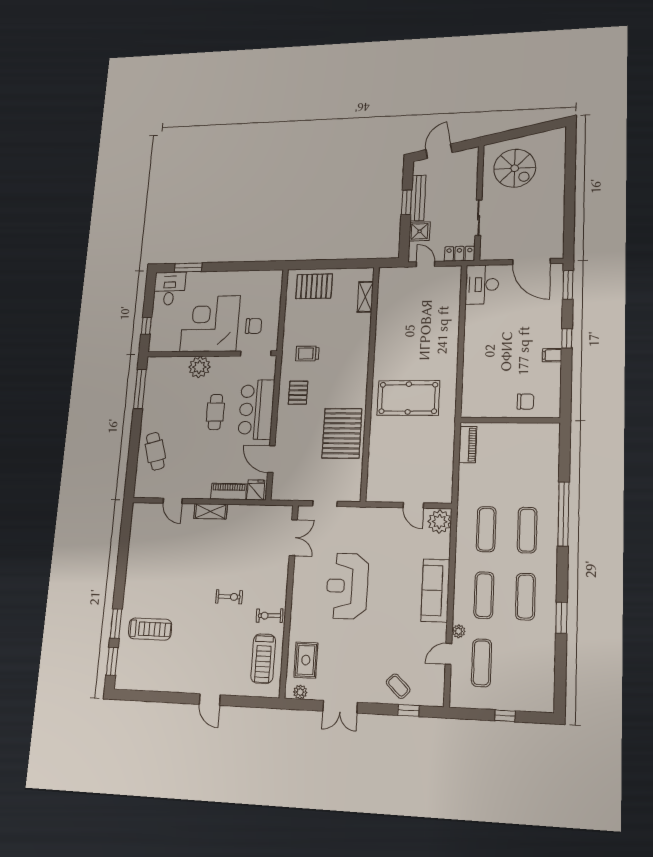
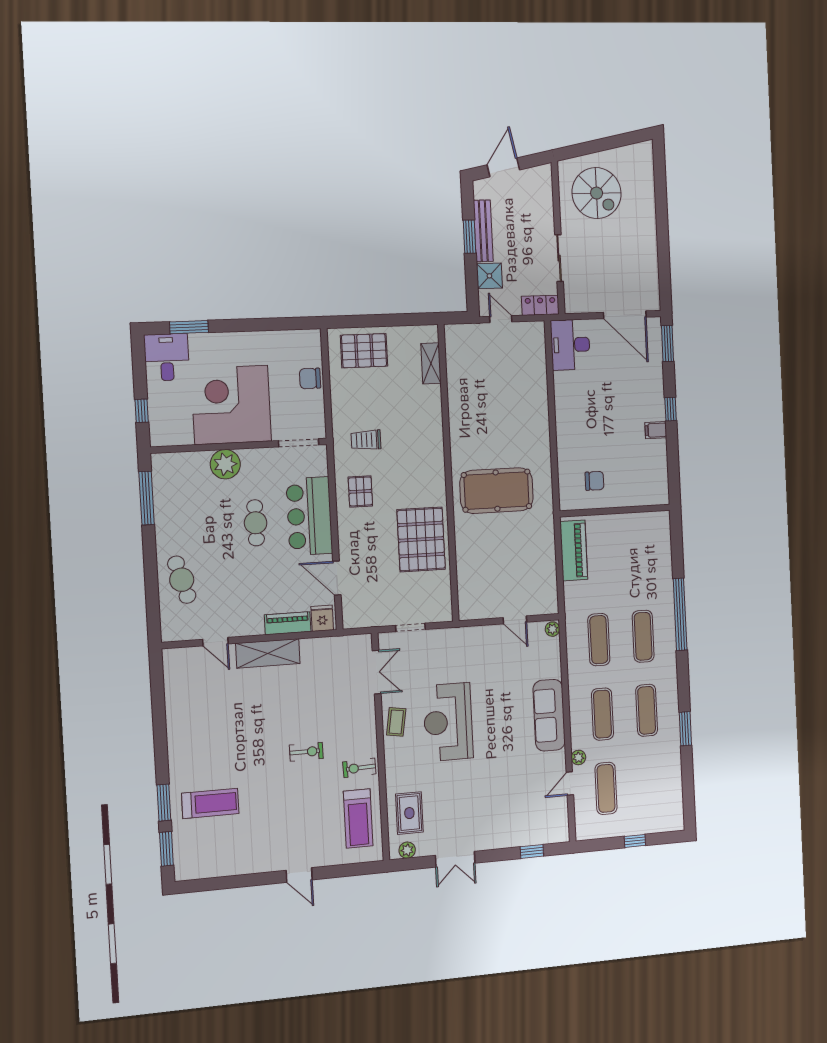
chair: (254, 326) -> (310, 378), moved, turned 180
chair: (525, 402) -> (595, 481), moved
piano: (468, 444) -> (574, 550), width x1.37, depth x1.33
shelving: (211, 511) -> (268, 653), width x1.50, depth x1.33
plant: (440, 522) -> (552, 629), width x0.53, depth x0.53
coffee table: (398, 686) -> (396, 722), moved, turned 55

